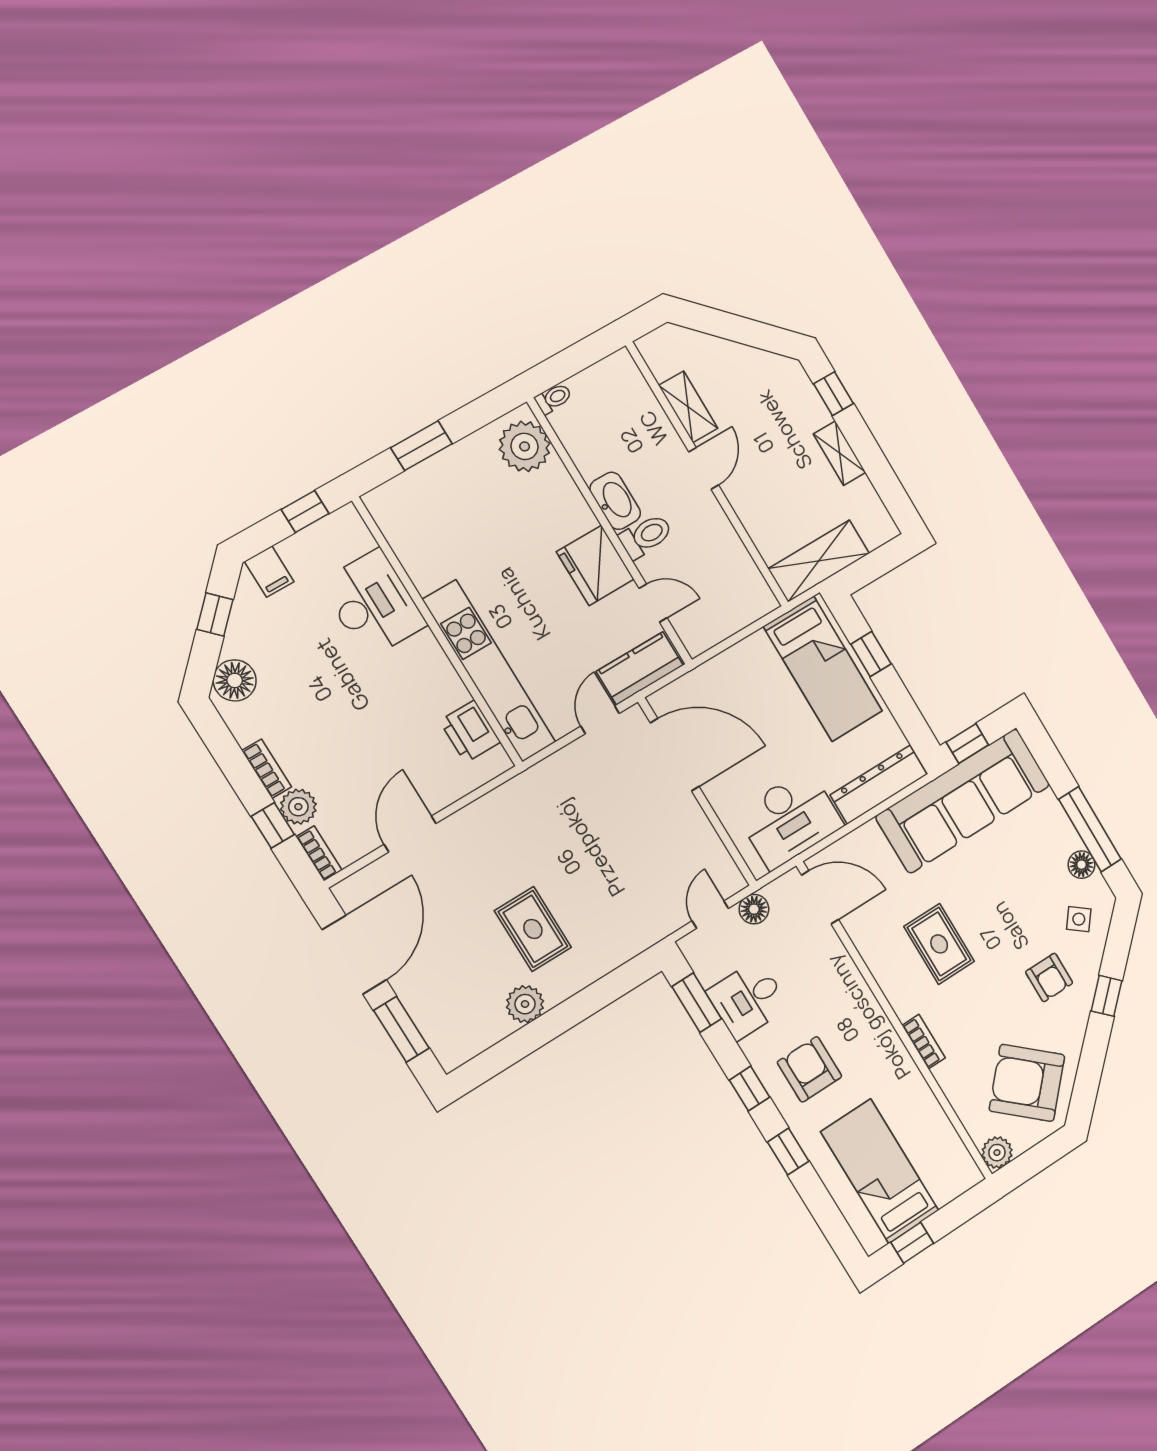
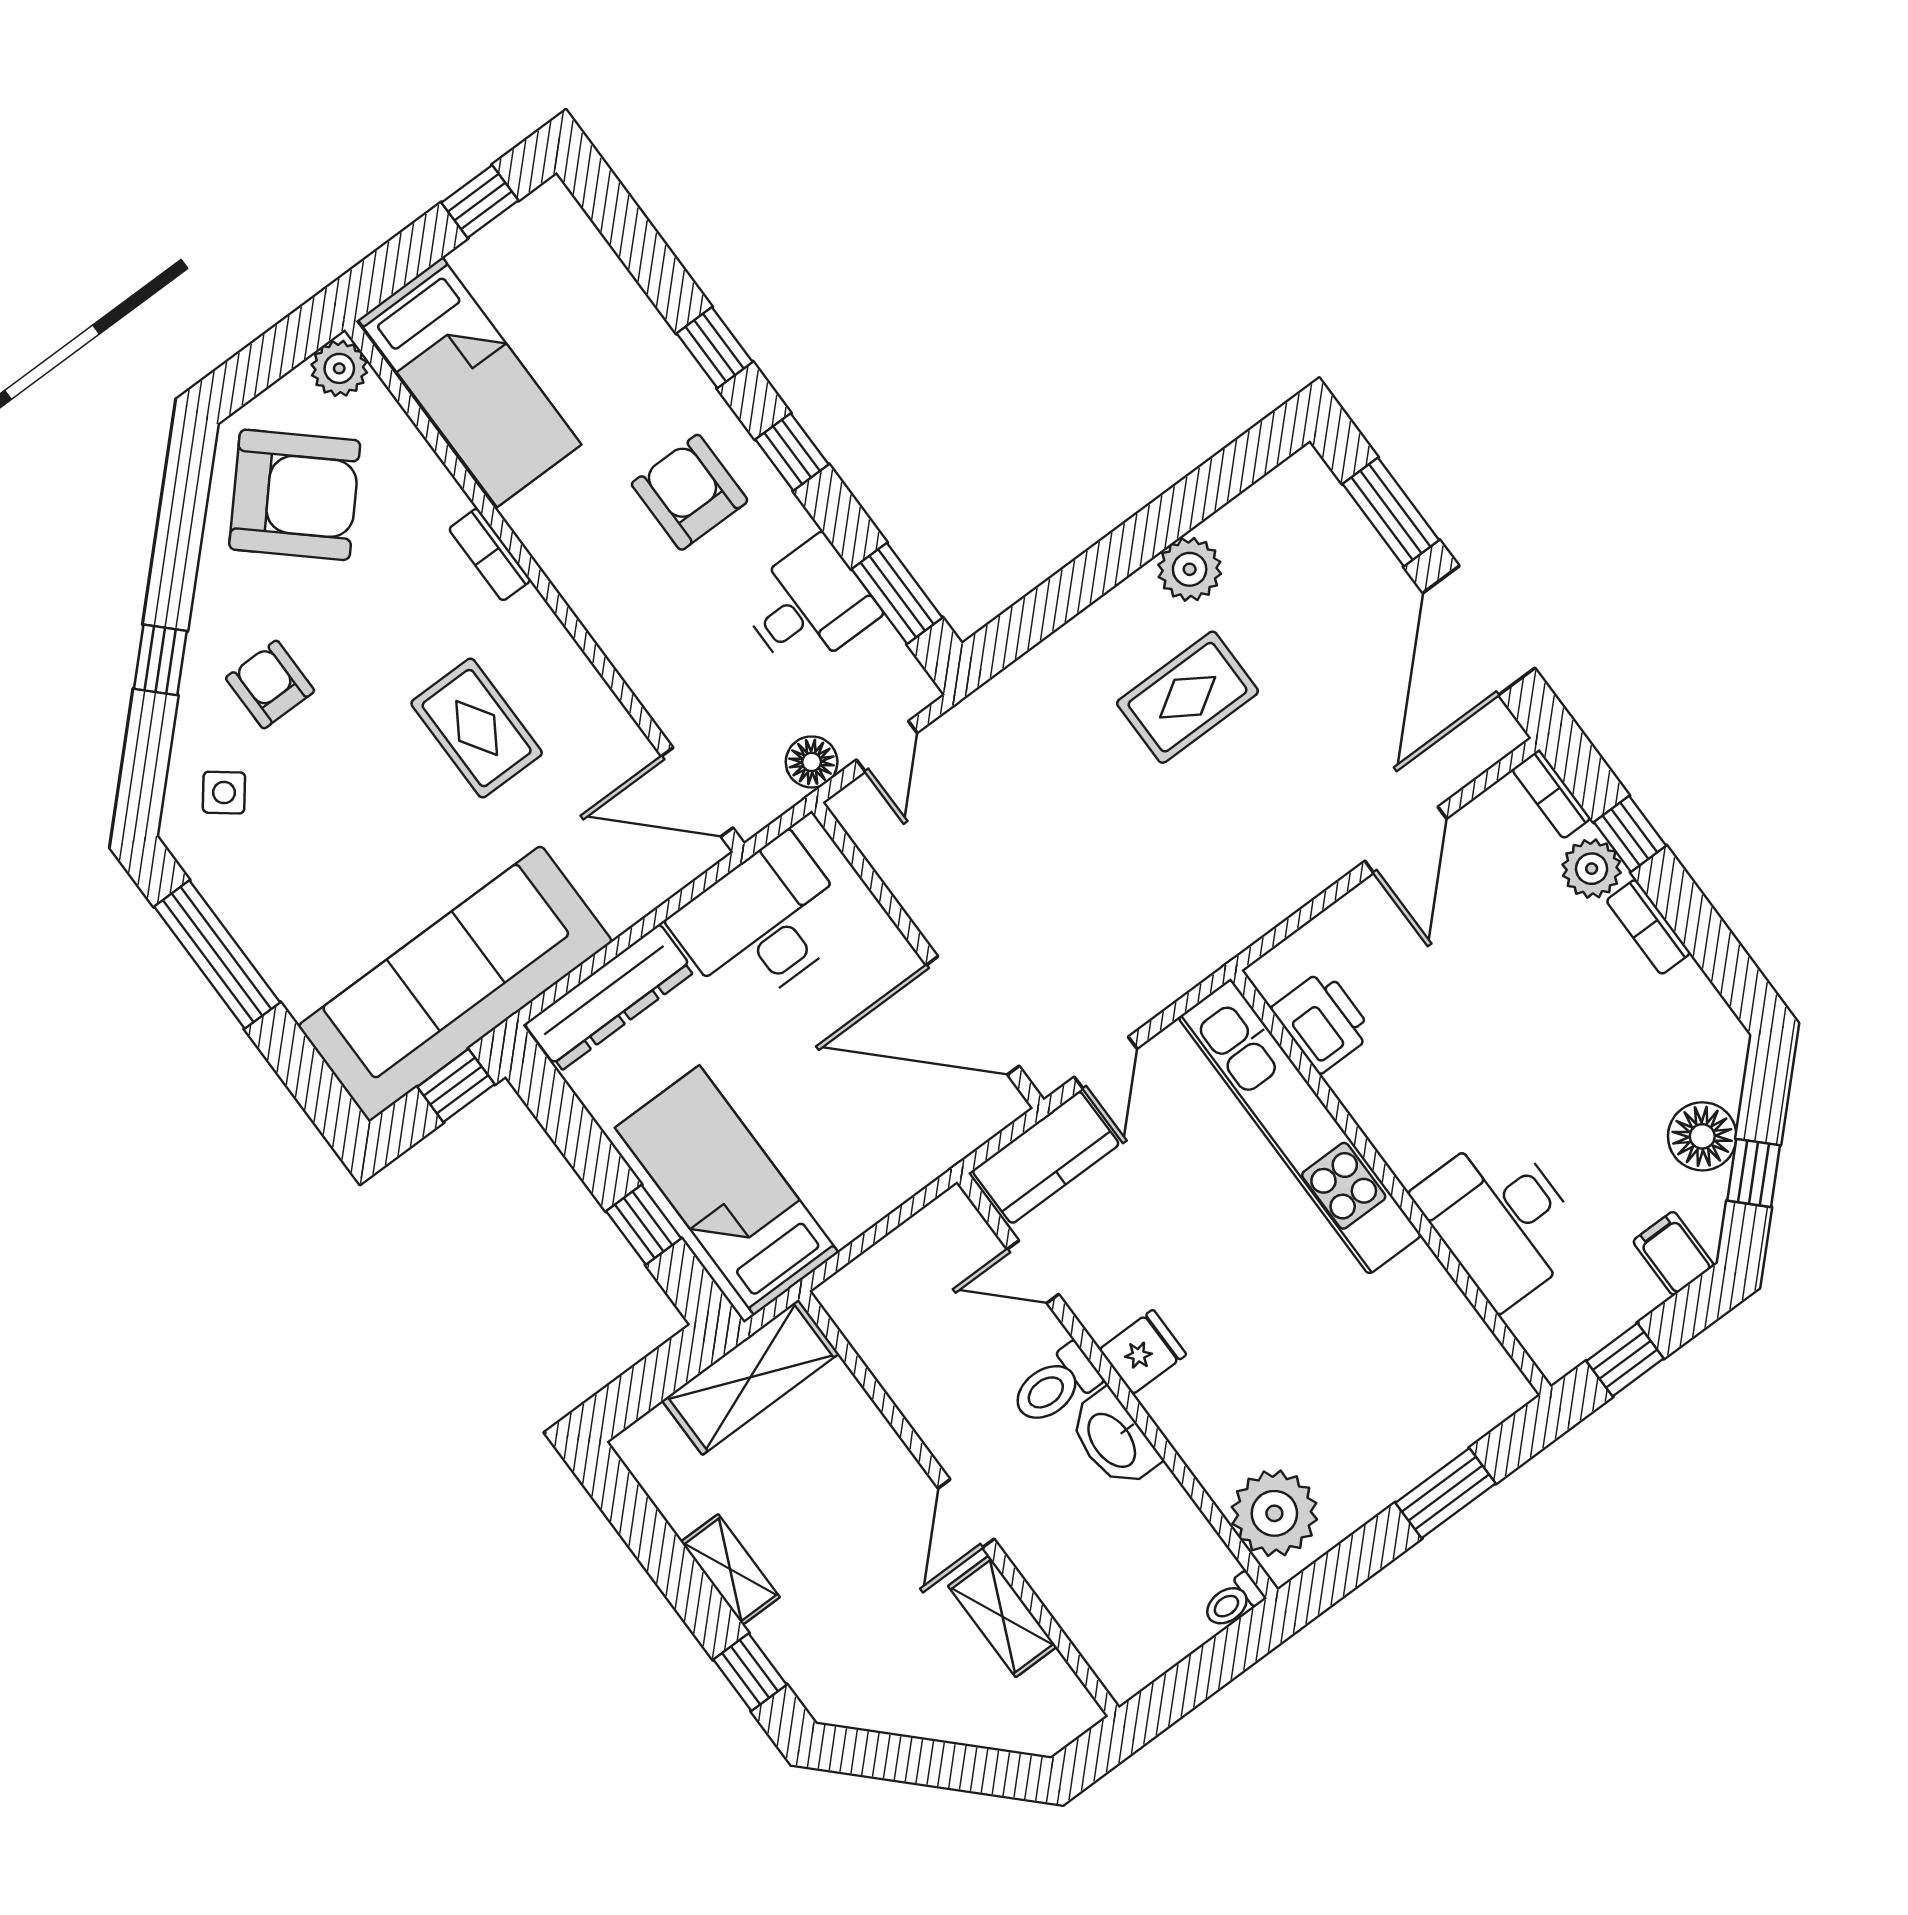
fridge: (595, 565) -> (1143, 1352), width x0.53, depth x0.75
floor lamp: (235, 680) -> (1702, 1136), moved
floor lamp: (1081, 865) -> (227, 890), removed
rug: (533, 929) -> (1188, 697), turned 90
armchair: (809, 1069) -> (690, 492), turned 180
bed: (880, 1171) -> (470, 382), moved

